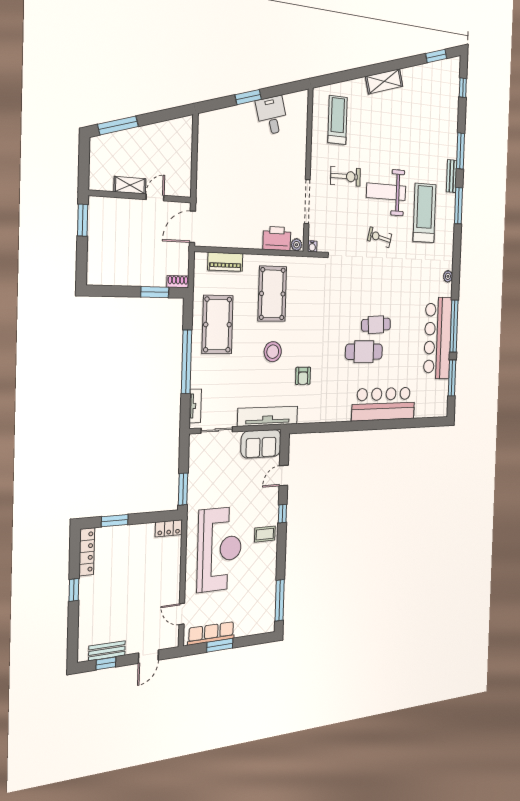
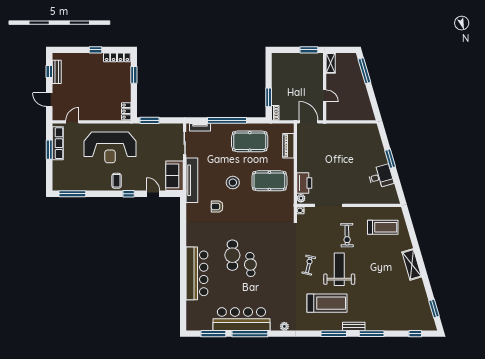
shelving: (130, 185) -> (331, 63), moved

